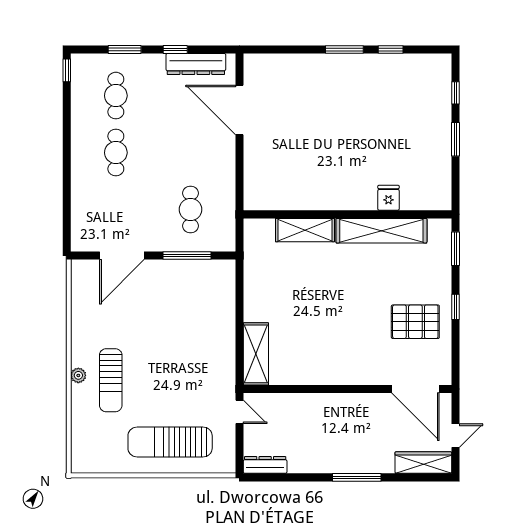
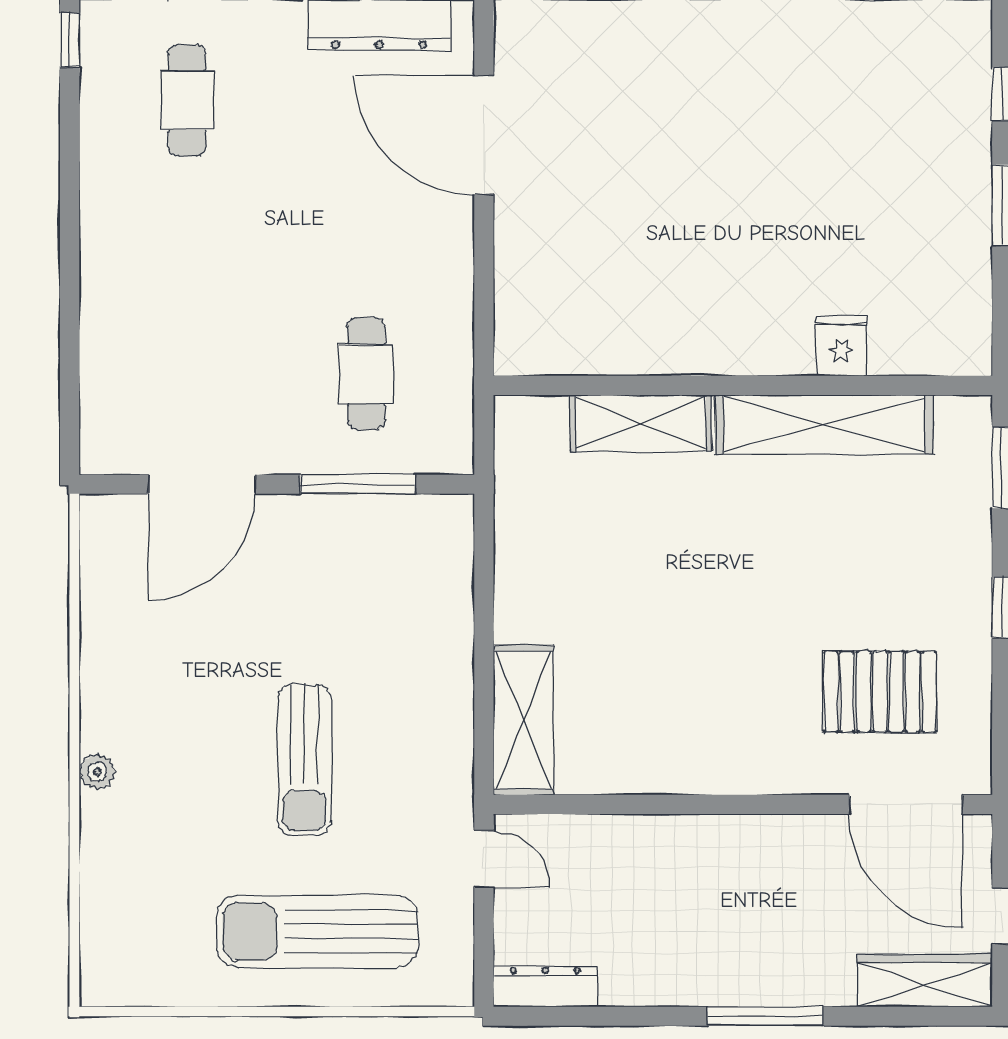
cafe table: (116, 153) -> (187, 237), removed
pallet: (415, 322) -> (880, 692), moved
sun lounger: (111, 380) -> (304, 760), moved

